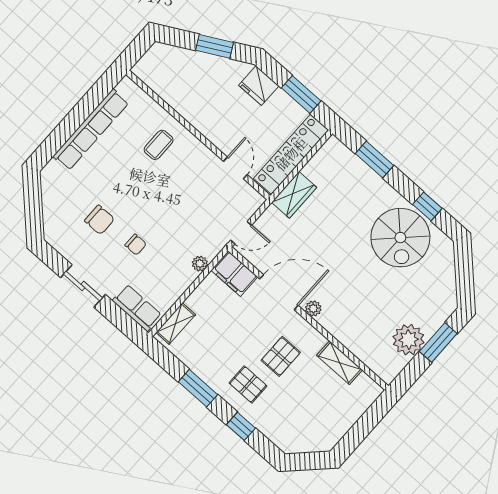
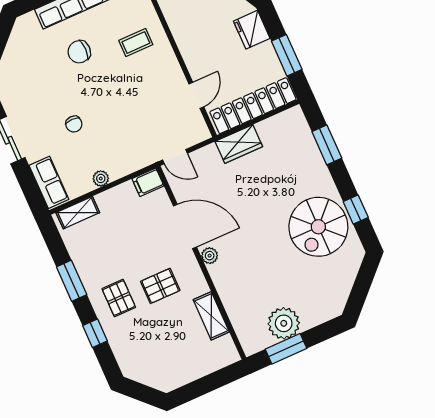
chair: (100, 220) -> (79, 52), moved, turned 90
plant: (200, 264) -> (101, 178), moved
filing cabinet: (234, 274) -> (148, 182), width x0.50
window: (438, 342) -> (286, 349), moved

